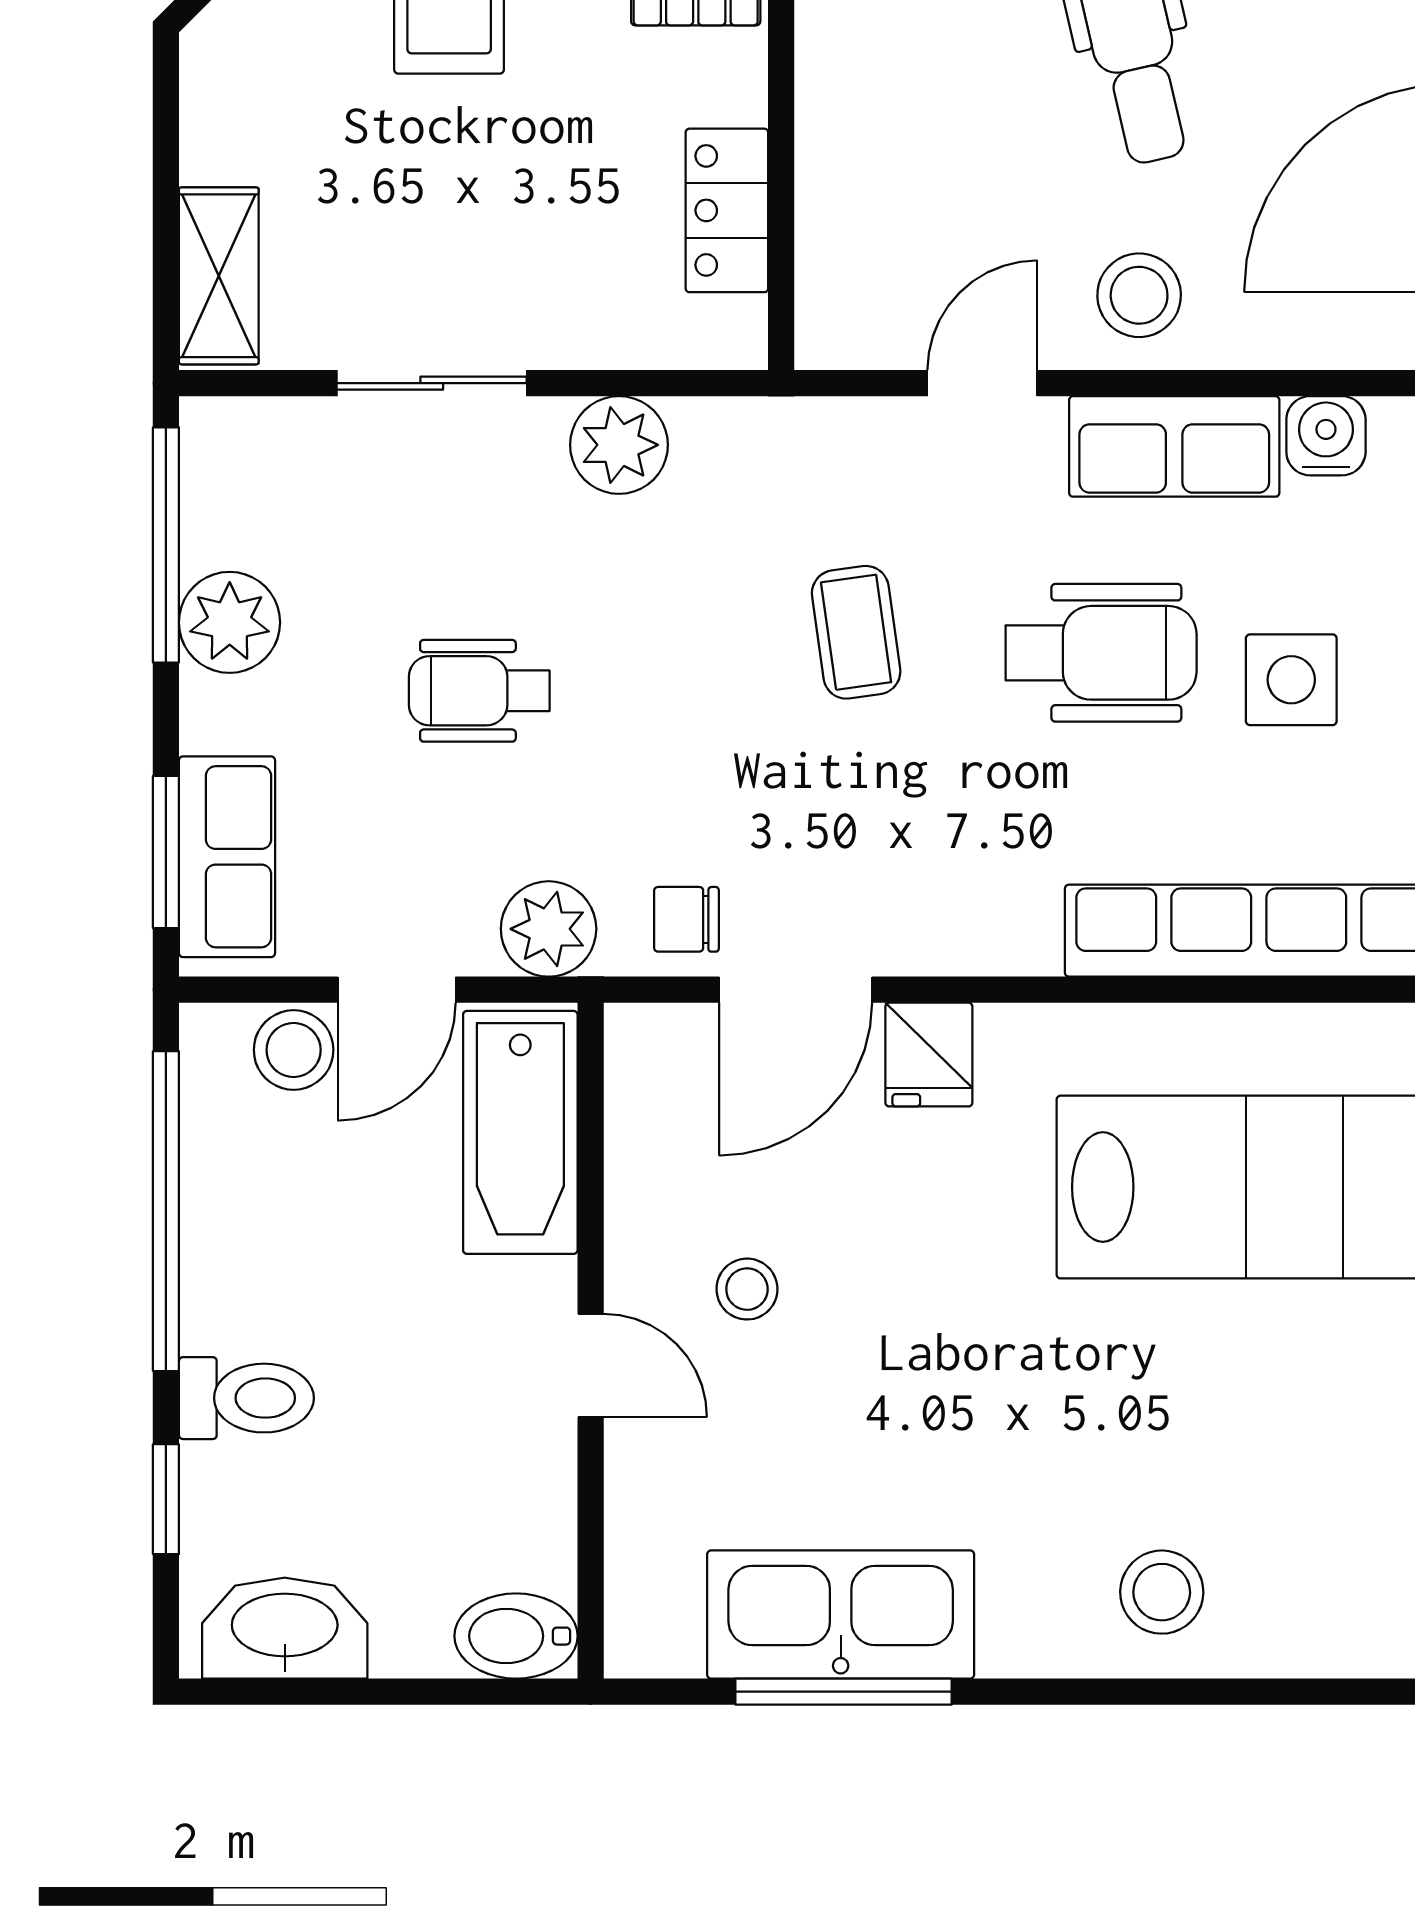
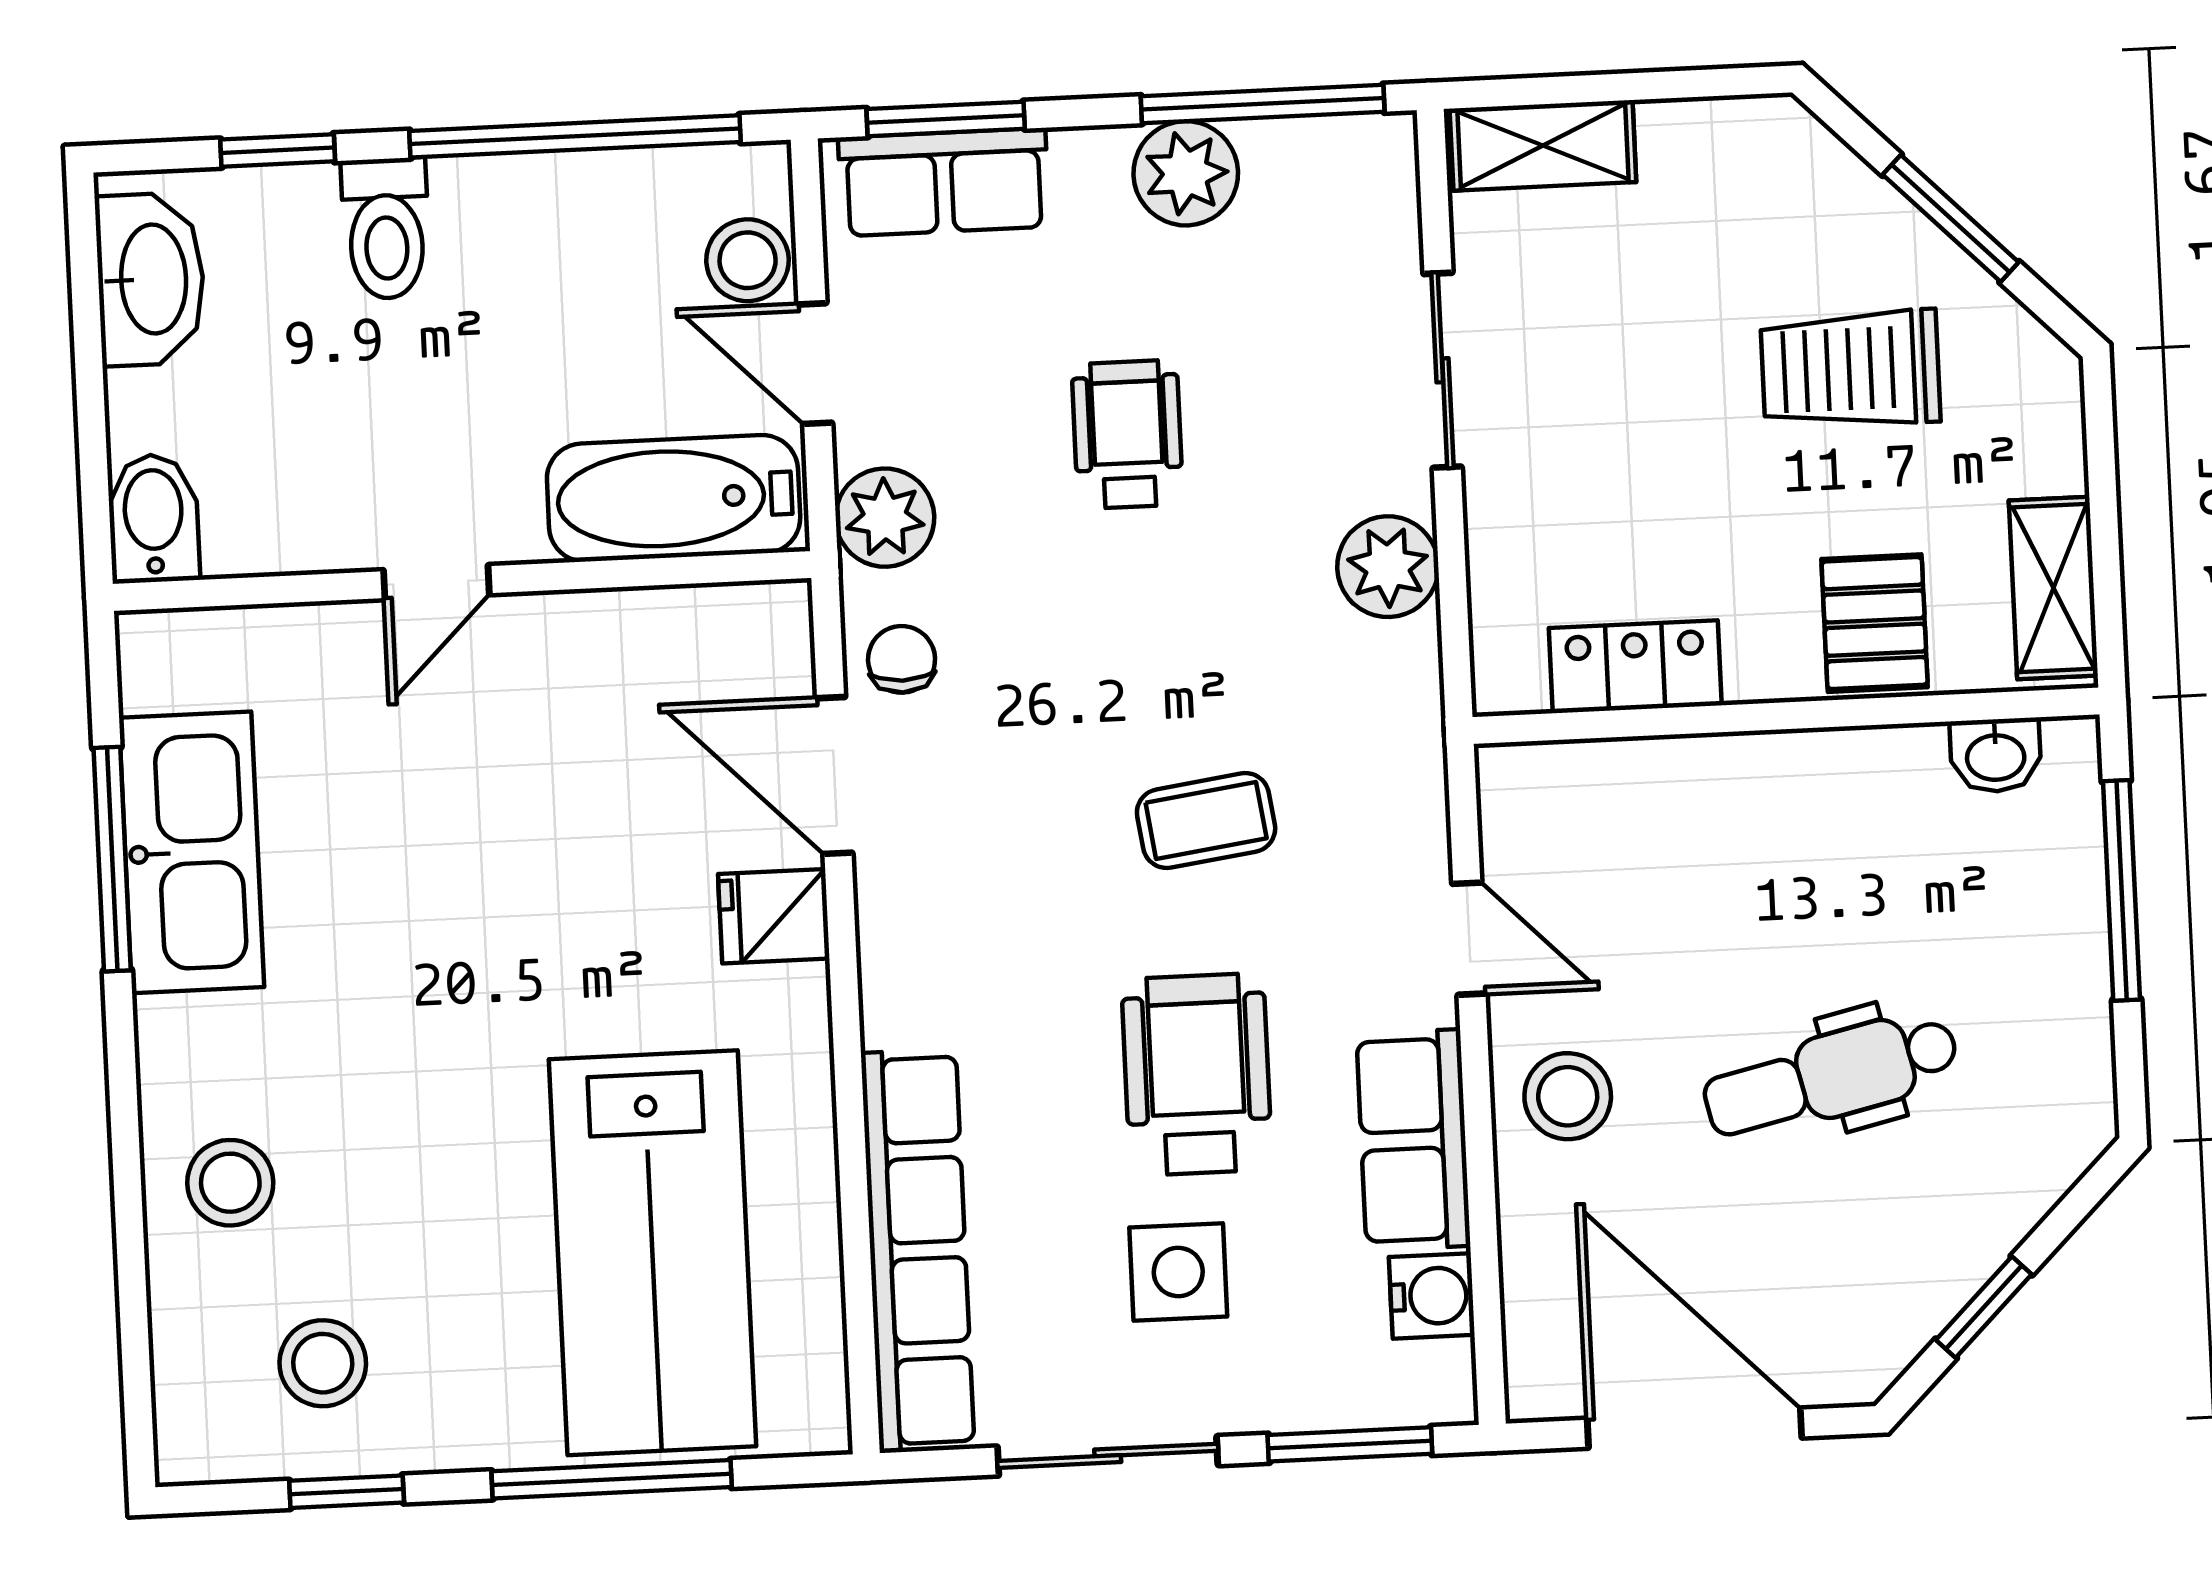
wheelchair: (1101, 653) -> (1197, 1074), turned 180
stool: (747, 1289) -> (323, 1363), moved, width x1.37, depth x1.37

